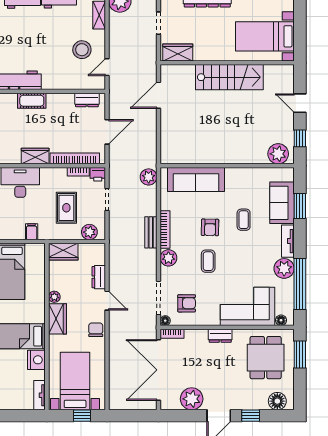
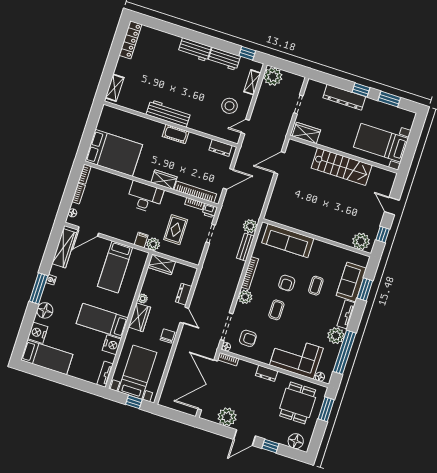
plant: (89, 232) -> (153, 244), moved
bench: (151, 232) -> (245, 247), moved

